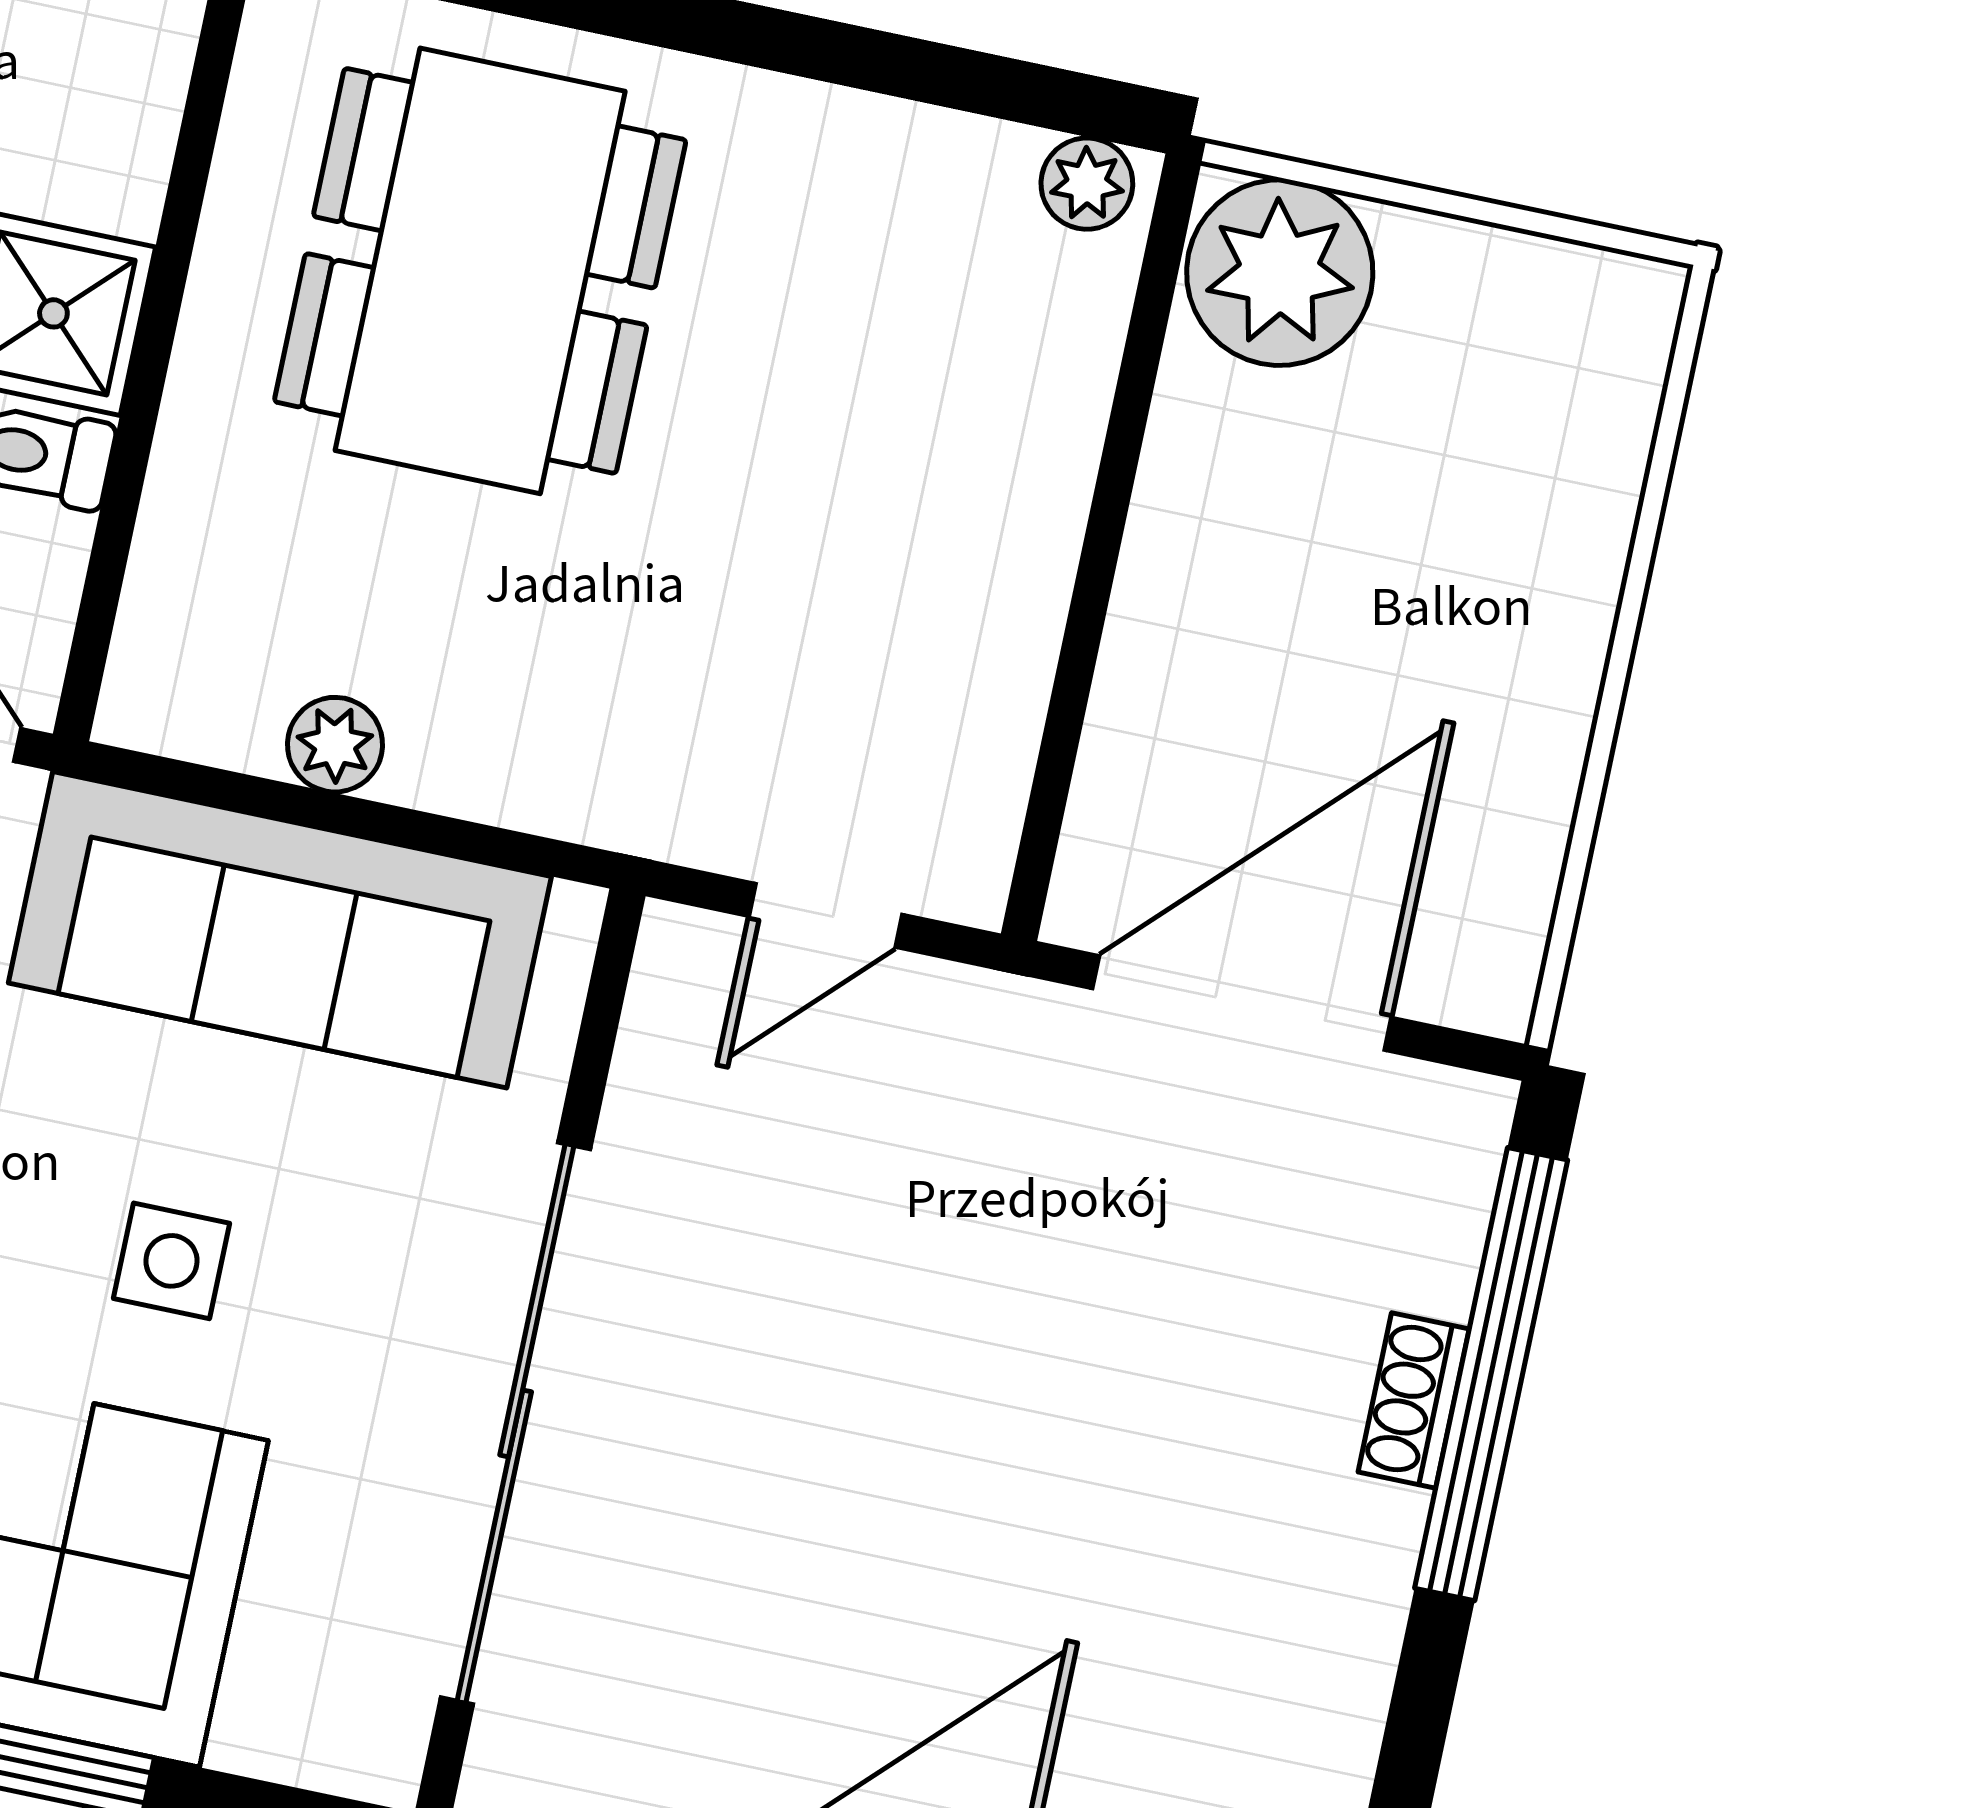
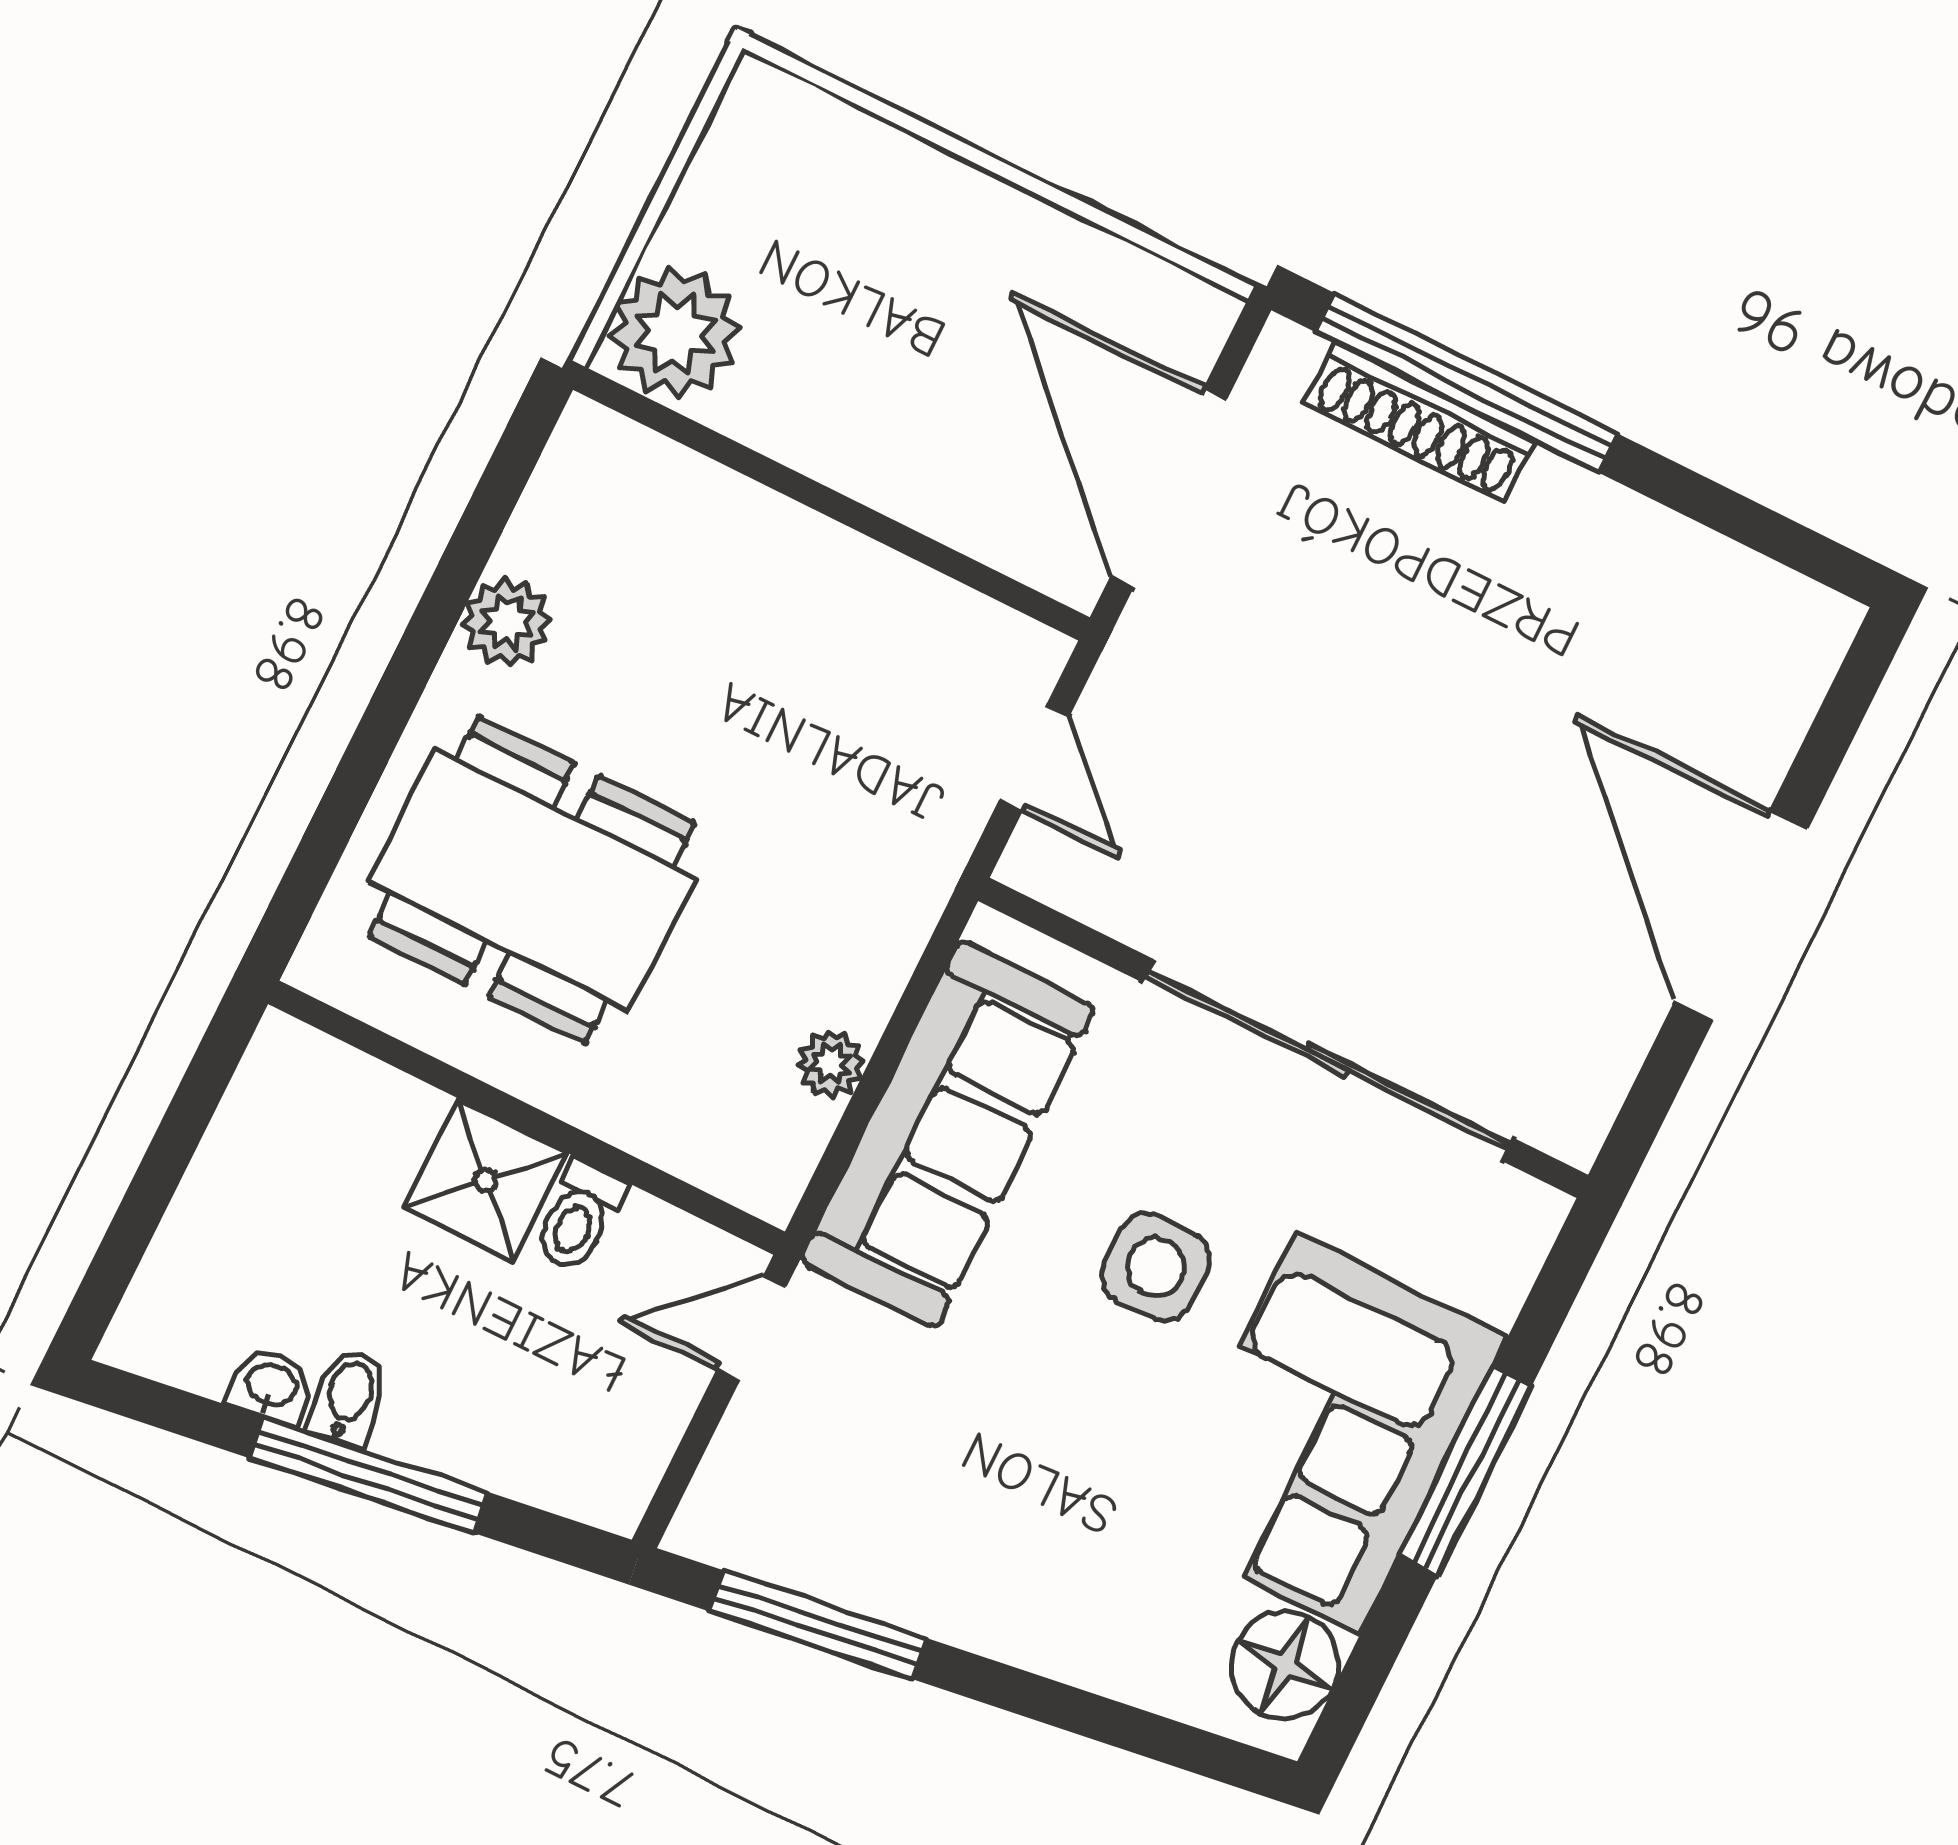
plant: (1087, 184) -> (507, 622), moved, width x1.38, depth x1.38
side table: (171, 1261) -> (1155, 1267), width x1.37, depth x1.37
shoe rack: (1414, 1401) -> (1420, 422), width x1.94, depth x1.24

